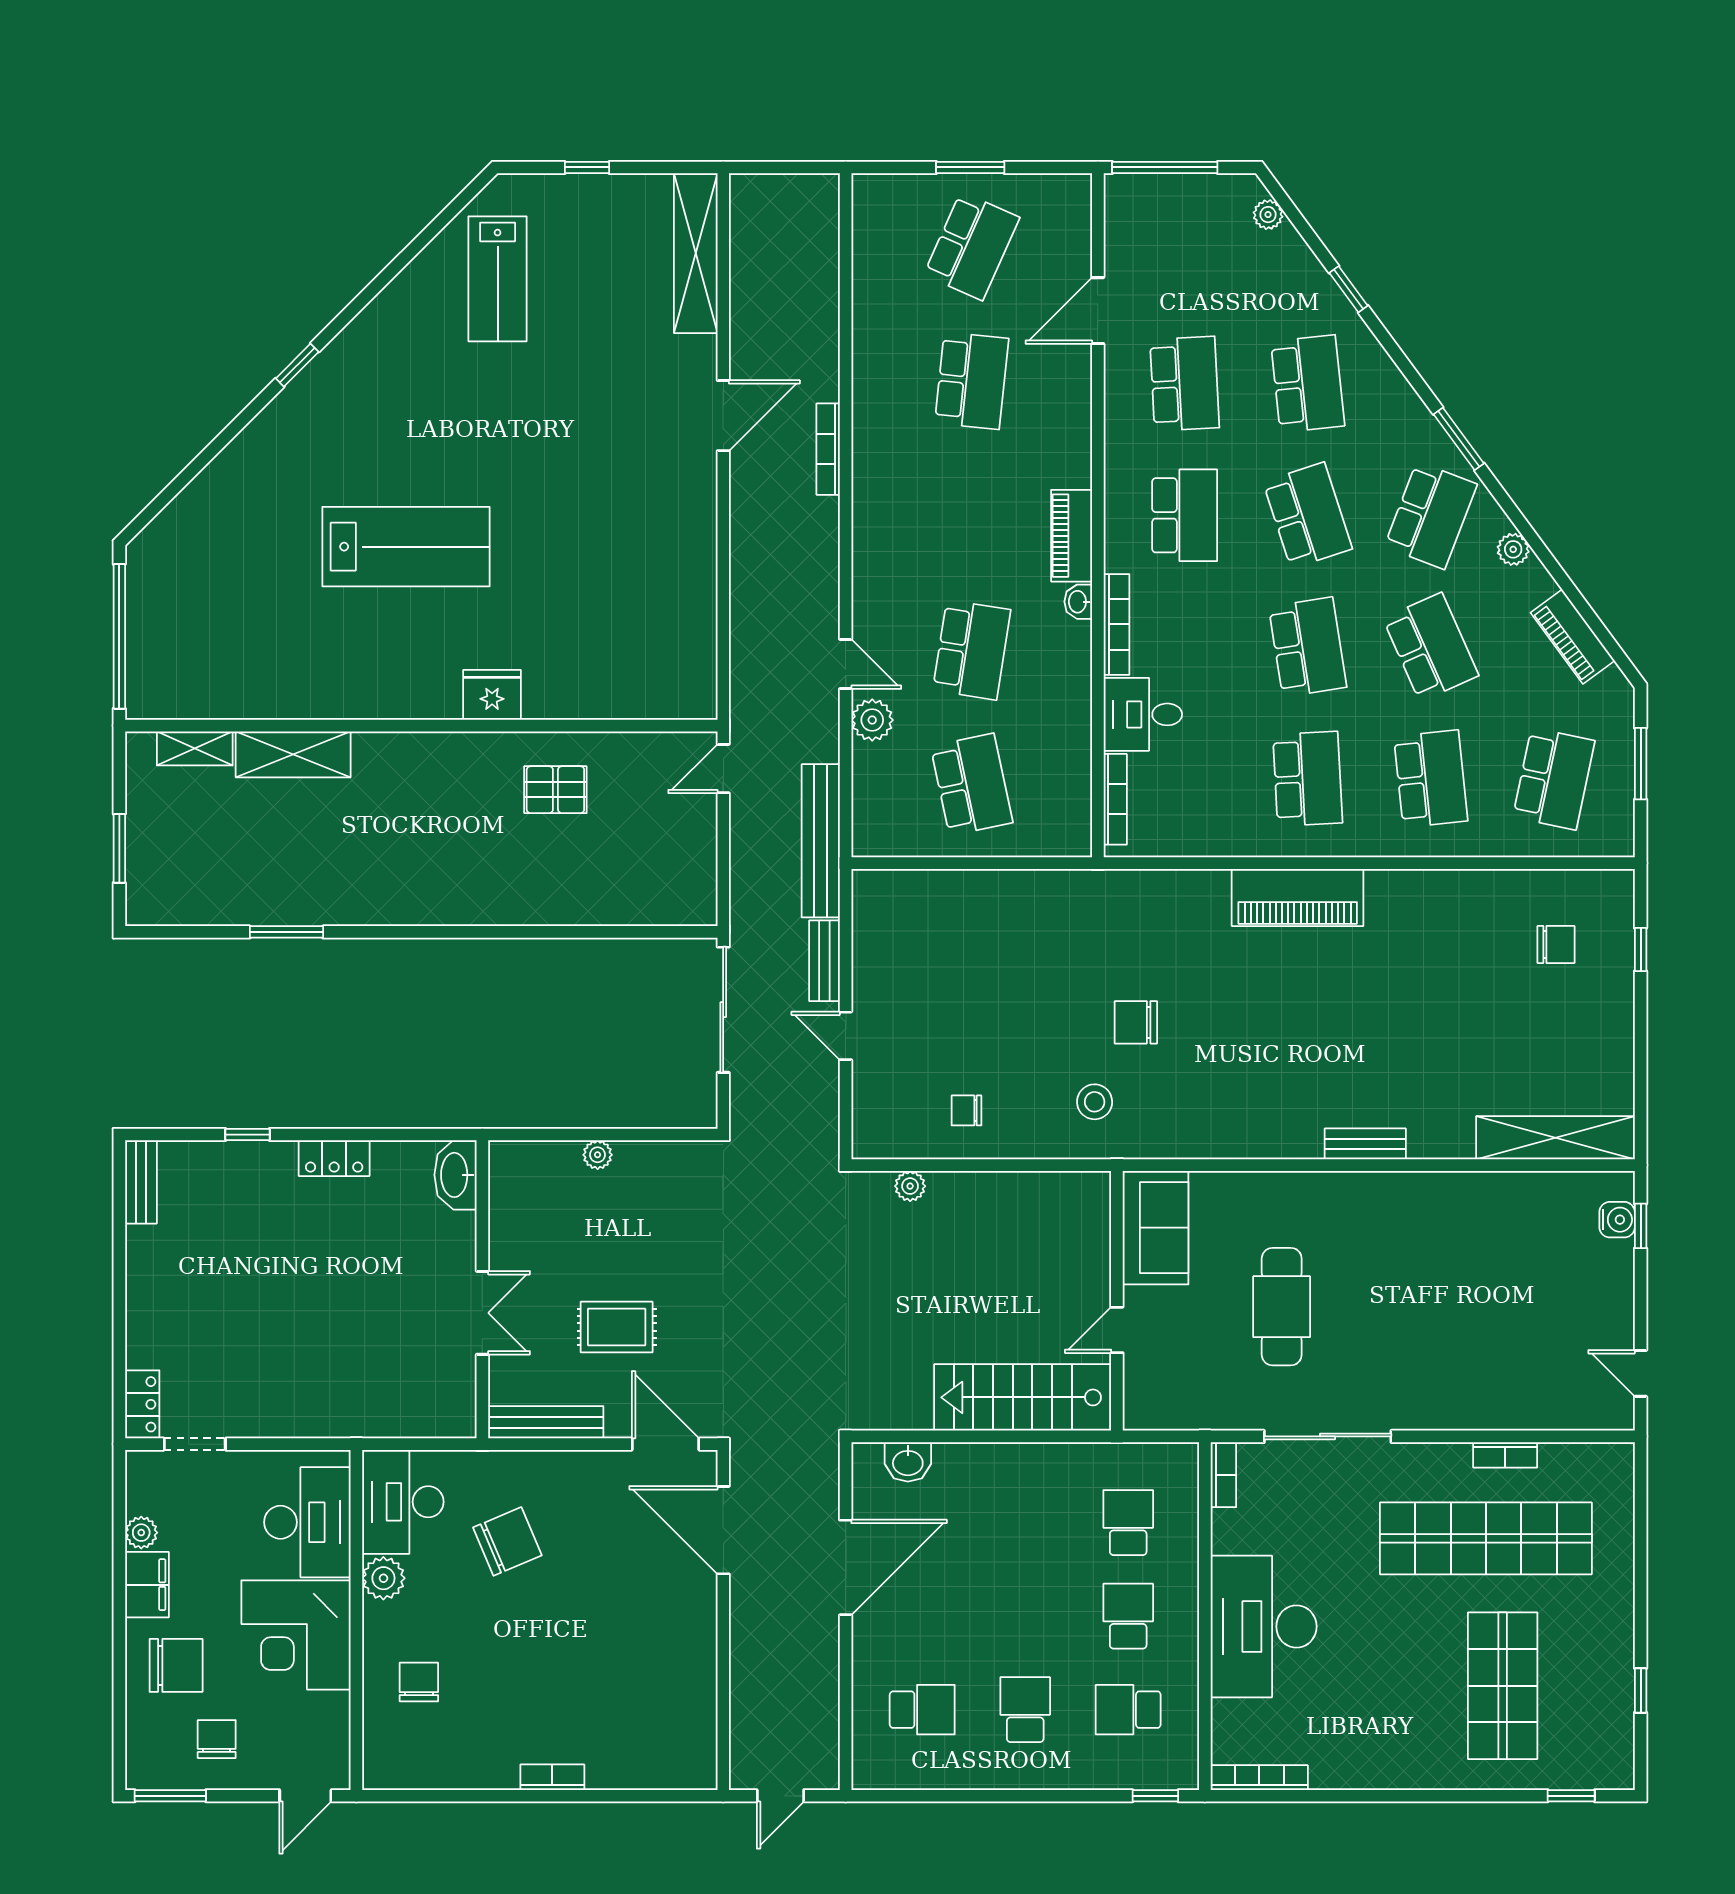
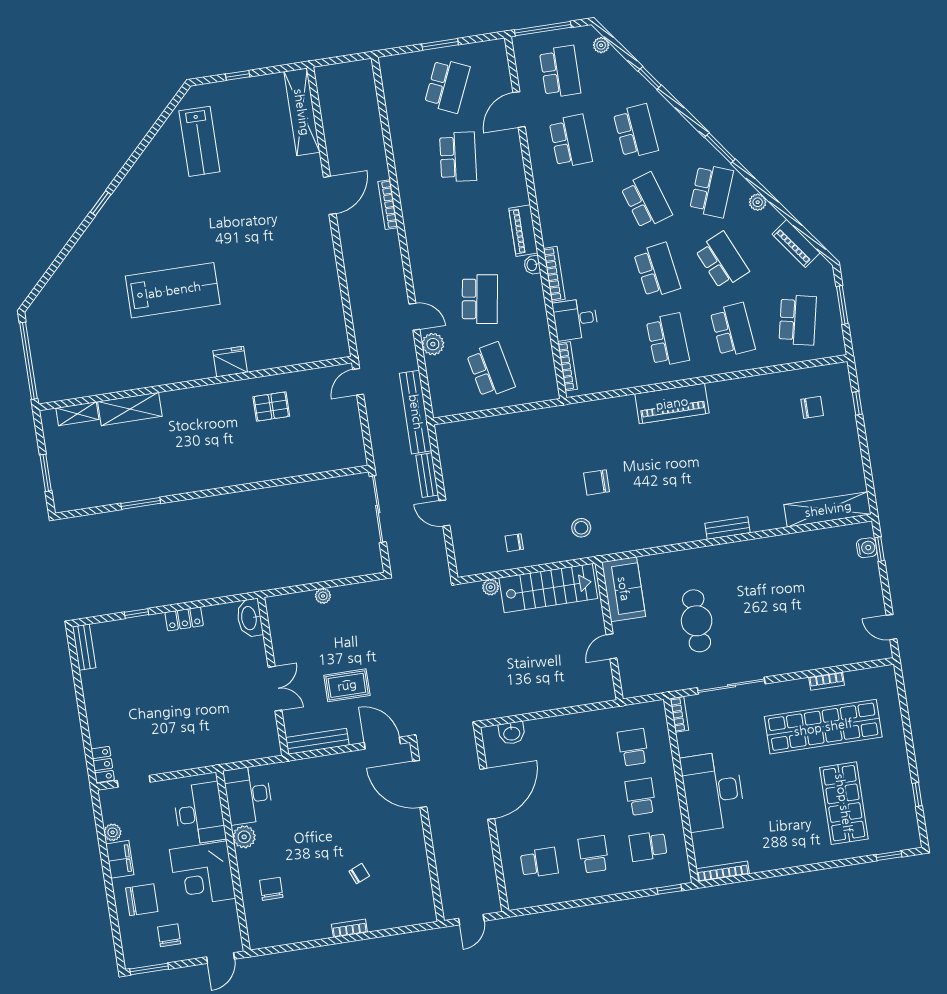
school desk: (1185, 515) -> (560, 72), moved
stairs: (1022, 1397) -> (548, 588), moved, turned 180
chair: (507, 1541) -> (359, 874), moved, width x0.54, depth x0.54

